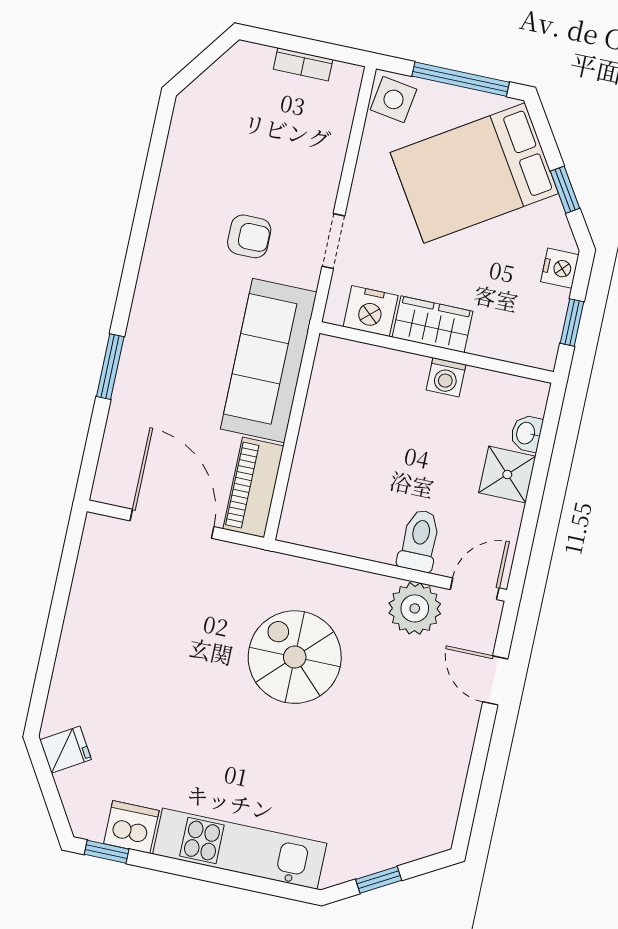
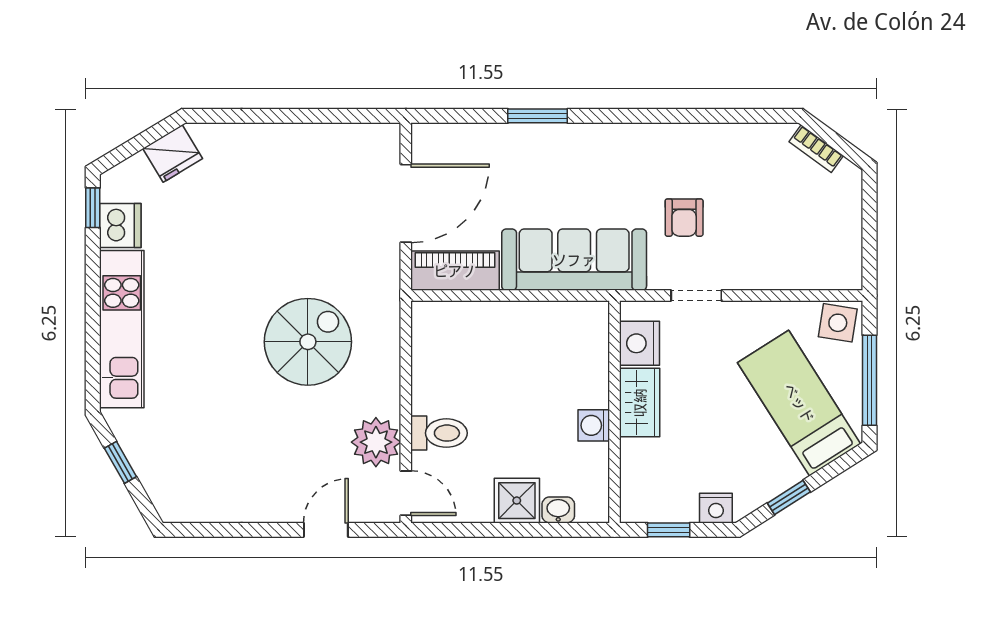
bookcase: (303, 64) -> (816, 149), moved, turned -54
bed: (474, 173) -> (799, 403), width x0.67
fridge: (66, 750) -> (173, 154), width x1.38

